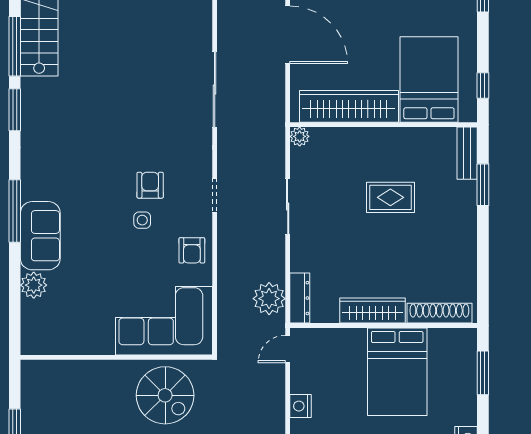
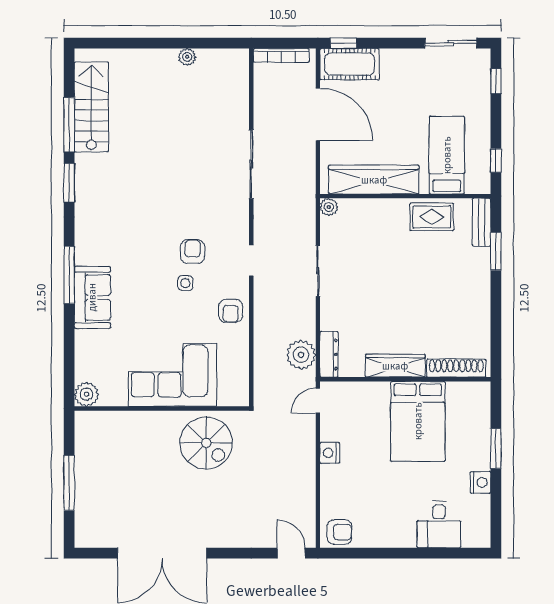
bed: (429, 79) -> (447, 155), width x0.67
rug: (390, 197) -> (432, 217), moved
plant: (34, 285) -> (86, 394), moved
corner sofa: (164, 321) -> (172, 375), moved
window: (483, 373) -> (496, 448), moved

